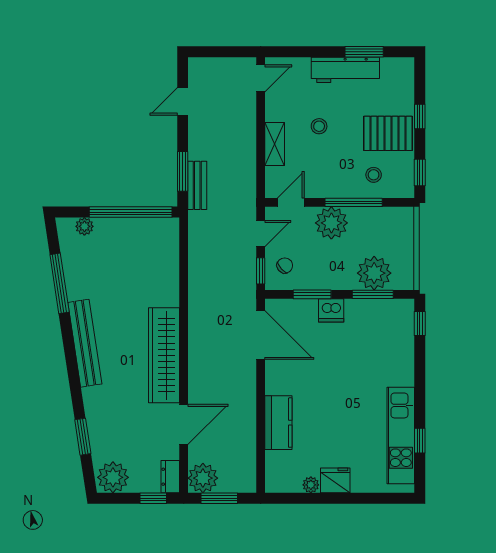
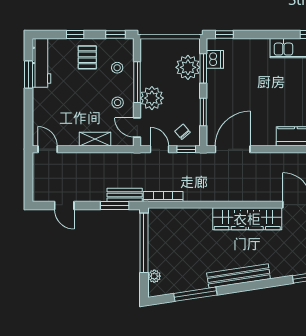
workbench: (345, 70) -> (41, 63), moved
stool: (319, 126) -> (118, 103), moved
pallet: (388, 133) -> (87, 57), width x0.67, depth x0.71
bookcase: (195, 239) -> (163, 197), added
dishwasher: (331, 310) -> (215, 59), moved

